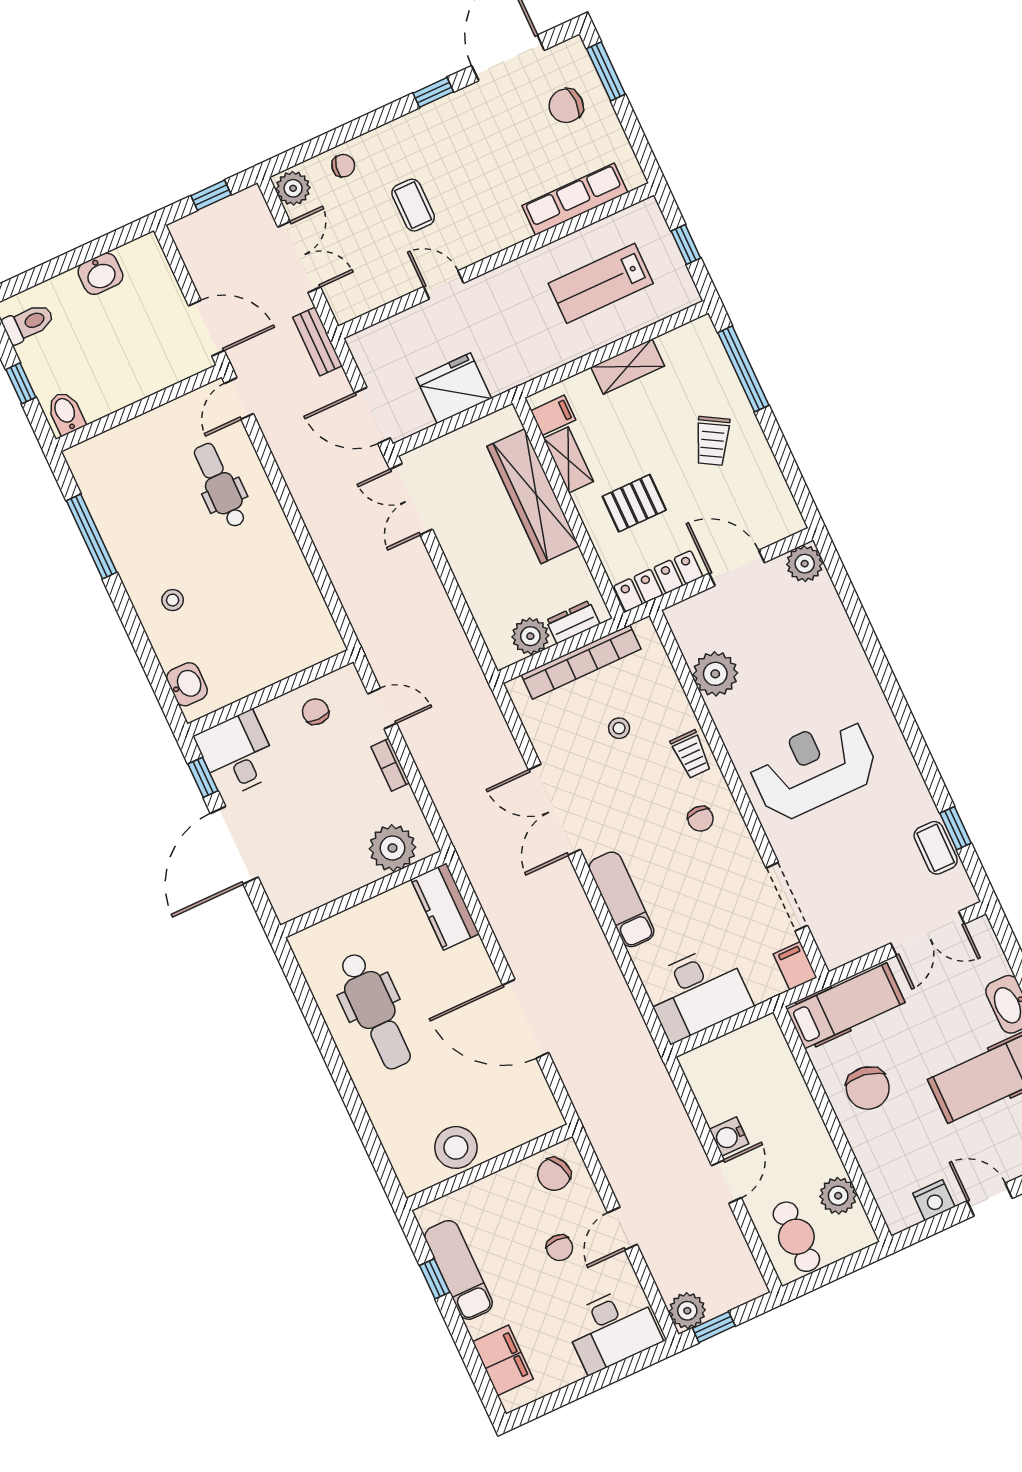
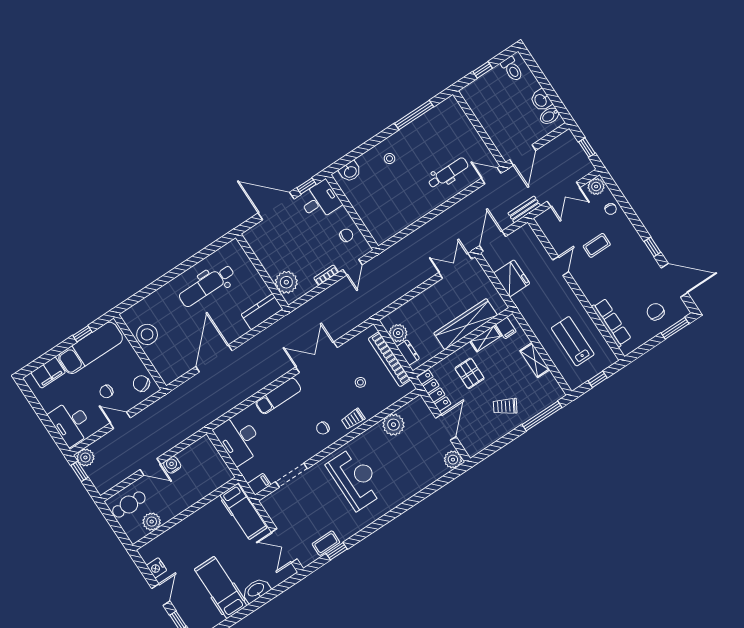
bidet: (66, 413) -> (550, 116), moved, turned 180
chair: (868, 1088) -> (206, 528), removed
exam couch: (459, 1270) -> (91, 348), width x1.36, depth x1.45

